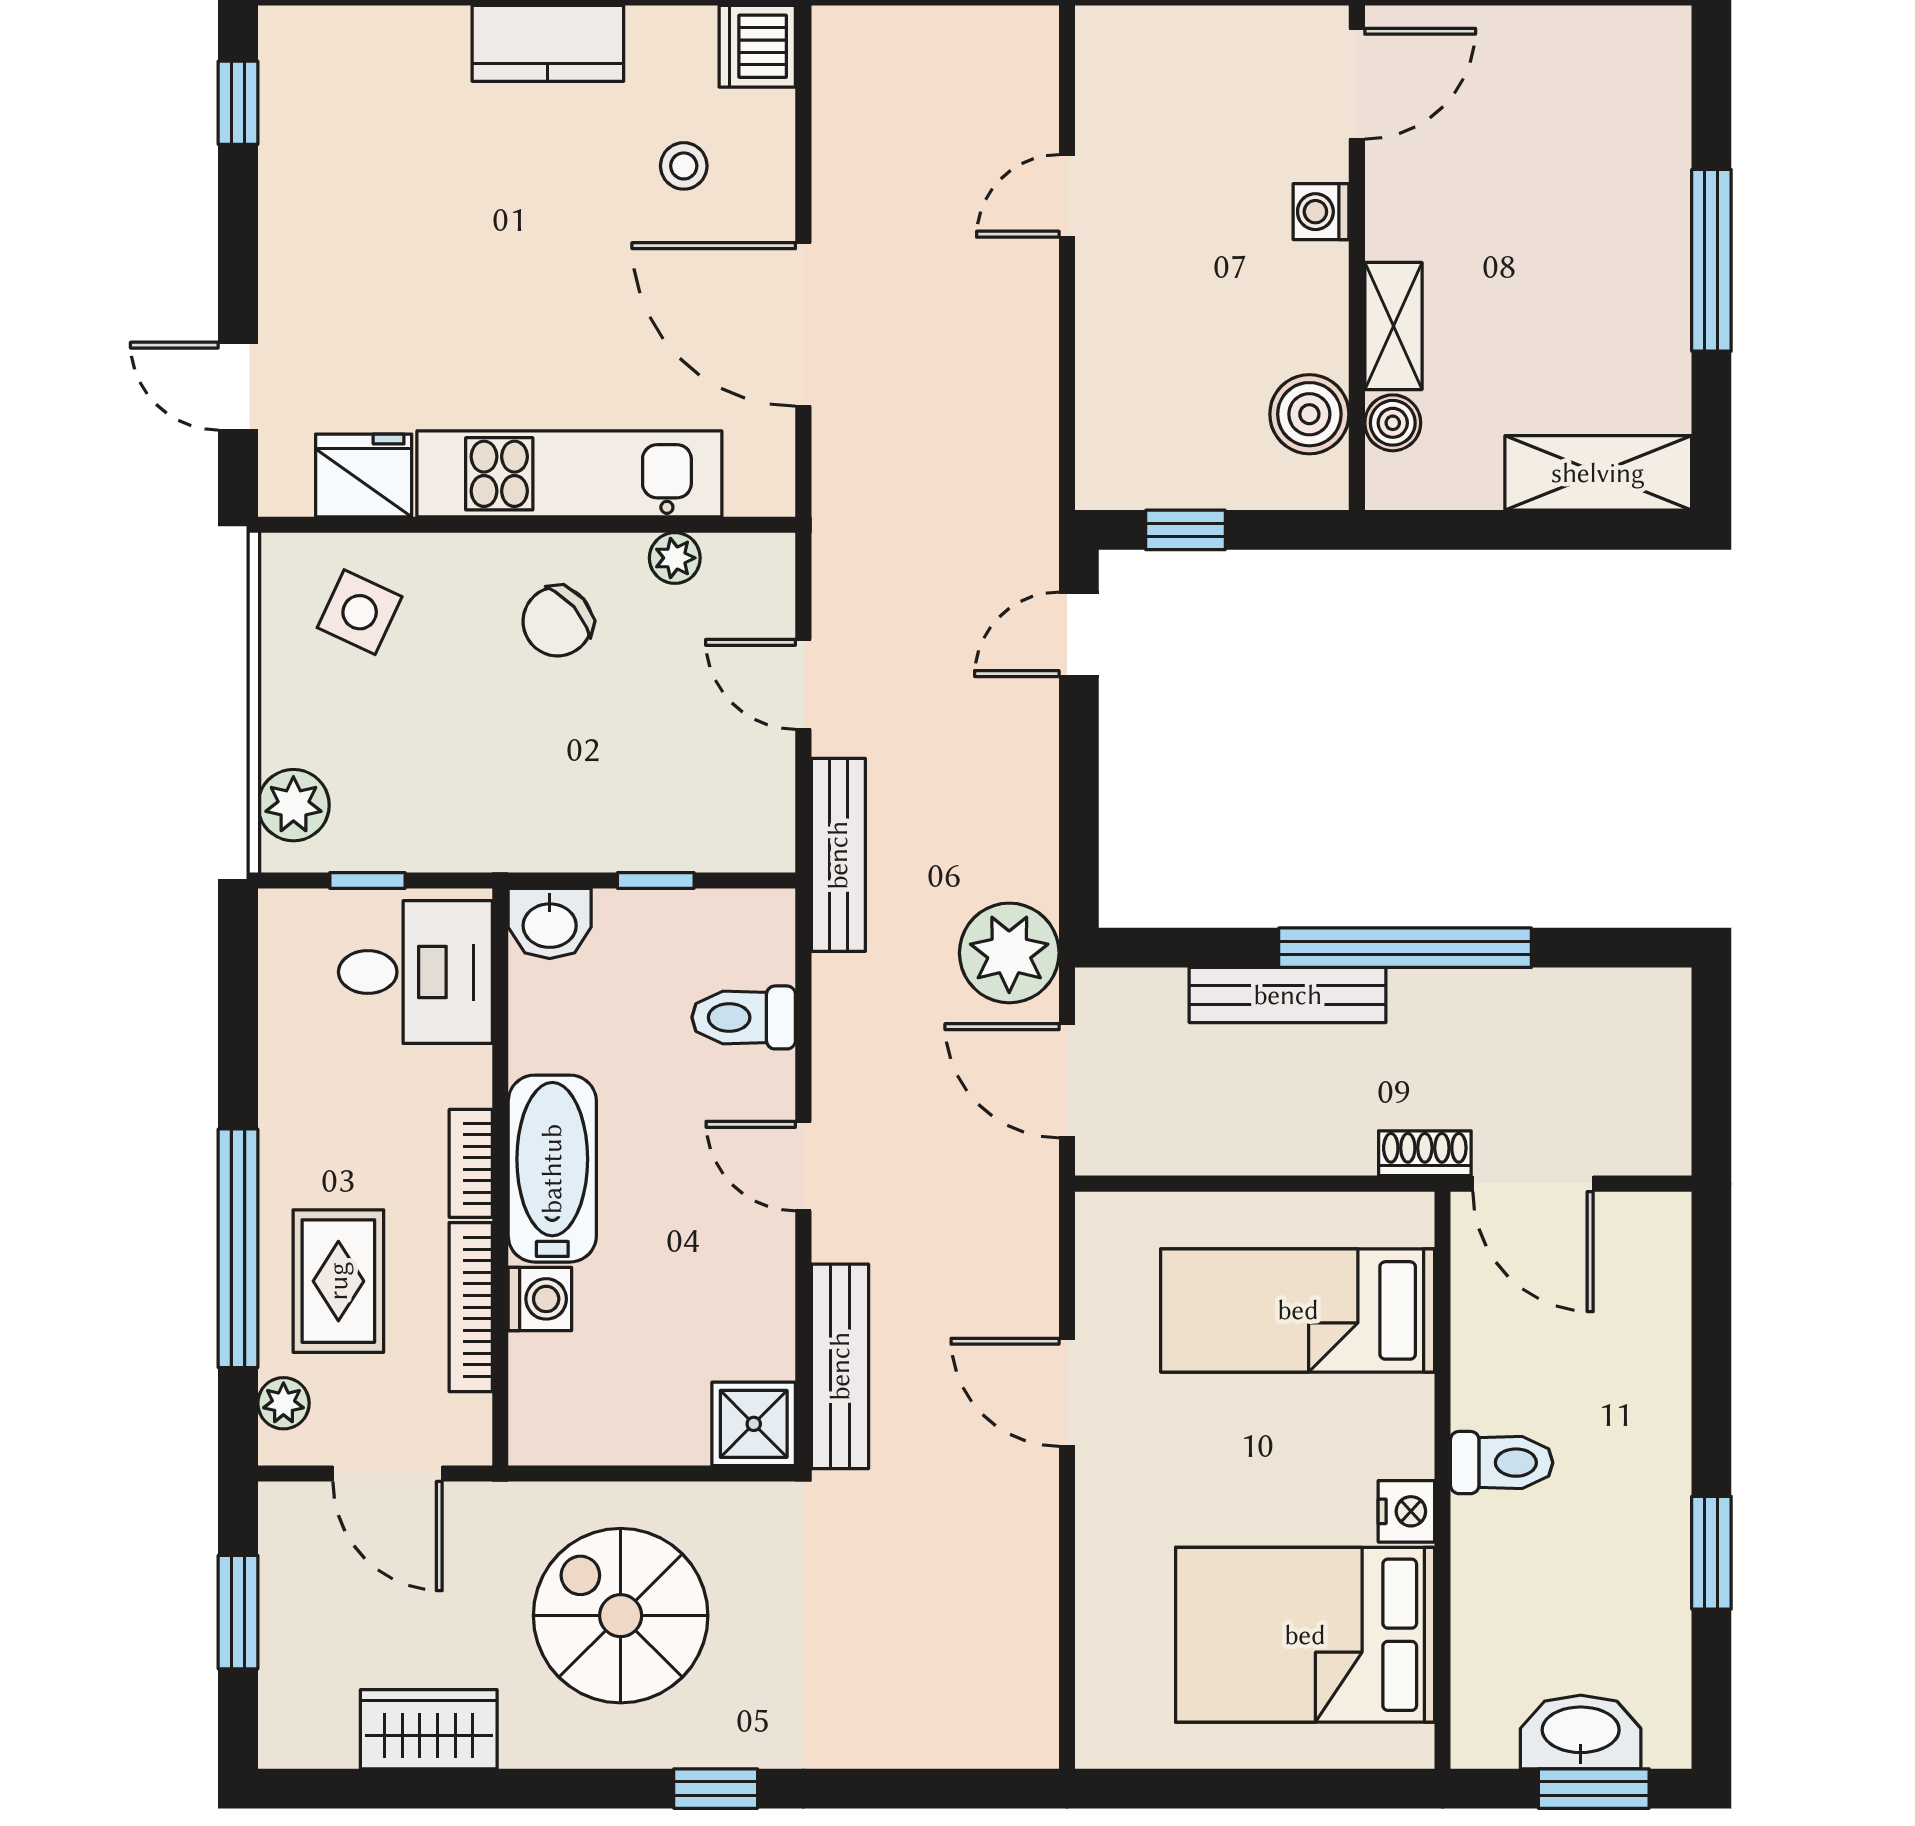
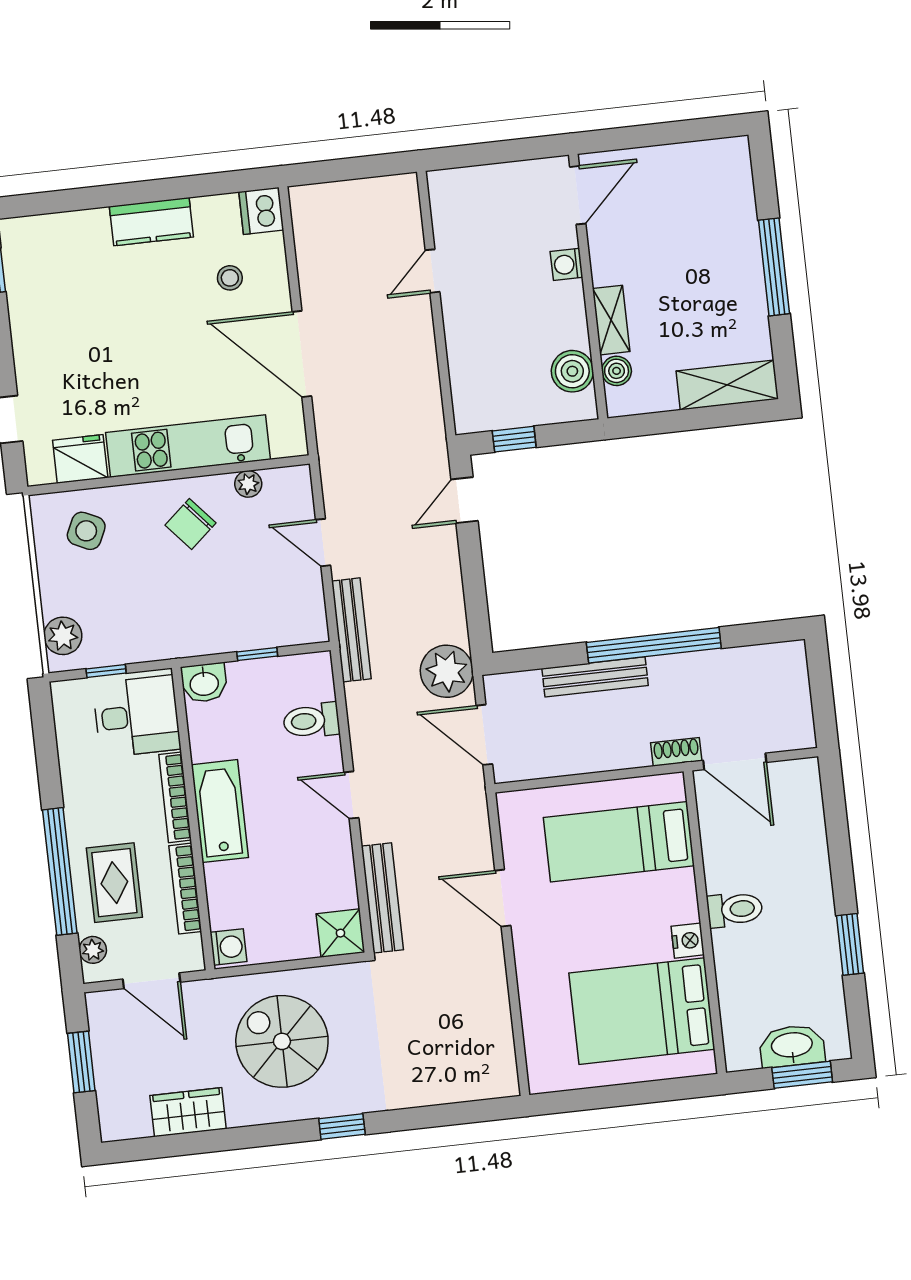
bookcase: (471, 1163) -> (175, 797), width x1.56
washing machine: (540, 1299) -> (229, 947), moved

